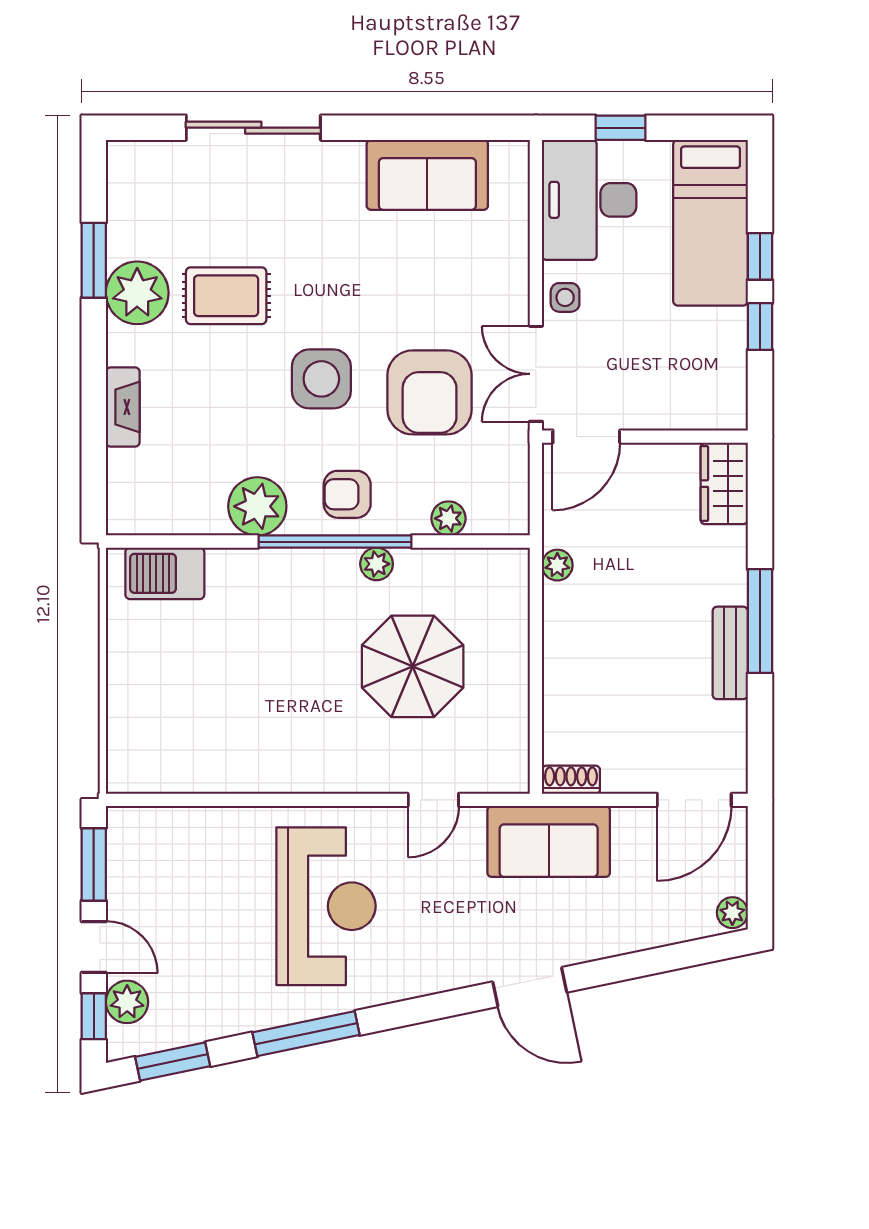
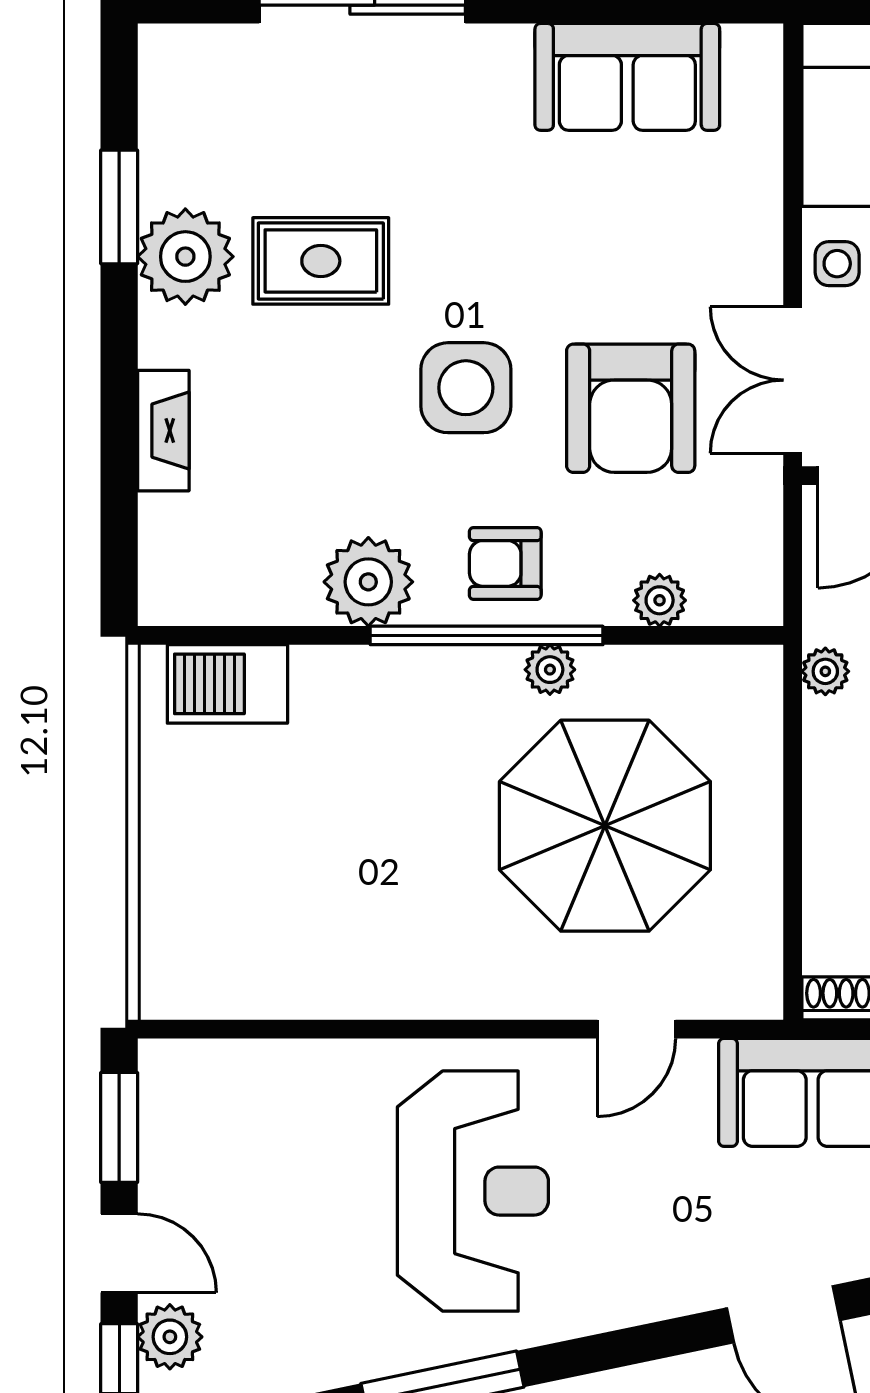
parasol: (413, 666) -> (605, 826), width x1.36, depth x1.36

